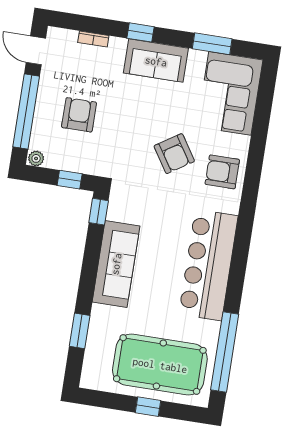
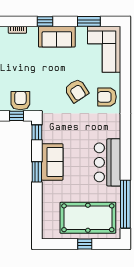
armchair: (79, 115) -> (20, 101), moved
sofa: (116, 264) -> (52, 162), width x0.73
bar counter: (208, 265) -> (107, 162), width x0.73
window: (80, 331) -> (37, 172), moved

